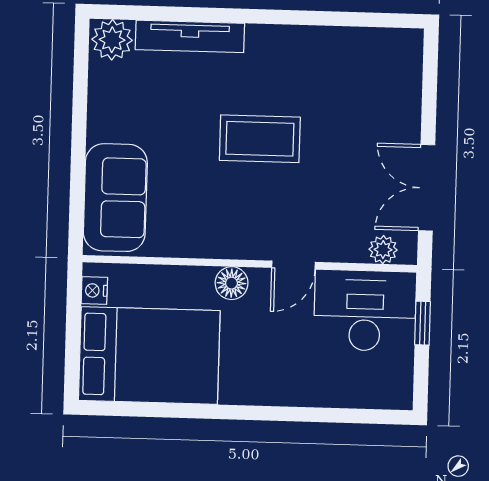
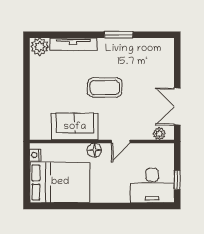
window: (296, 18) -> (119, 35), added
sofa: (115, 198) -> (75, 127), moved, turned -90
desk: (365, 310) -> (152, 186), moved, turned 180
window: (423, 323) -> (177, 180), moved

